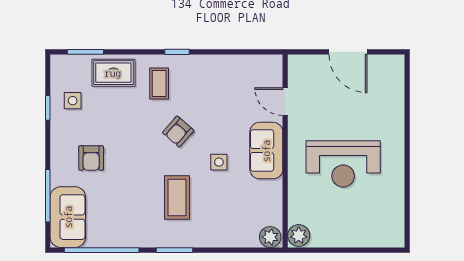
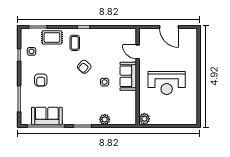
coffee table: (177, 197) -> (84, 100), removed
sofa: (68, 217) -> (47, 116), moved, turned -90
plant: (270, 237) -> (105, 119), moved

